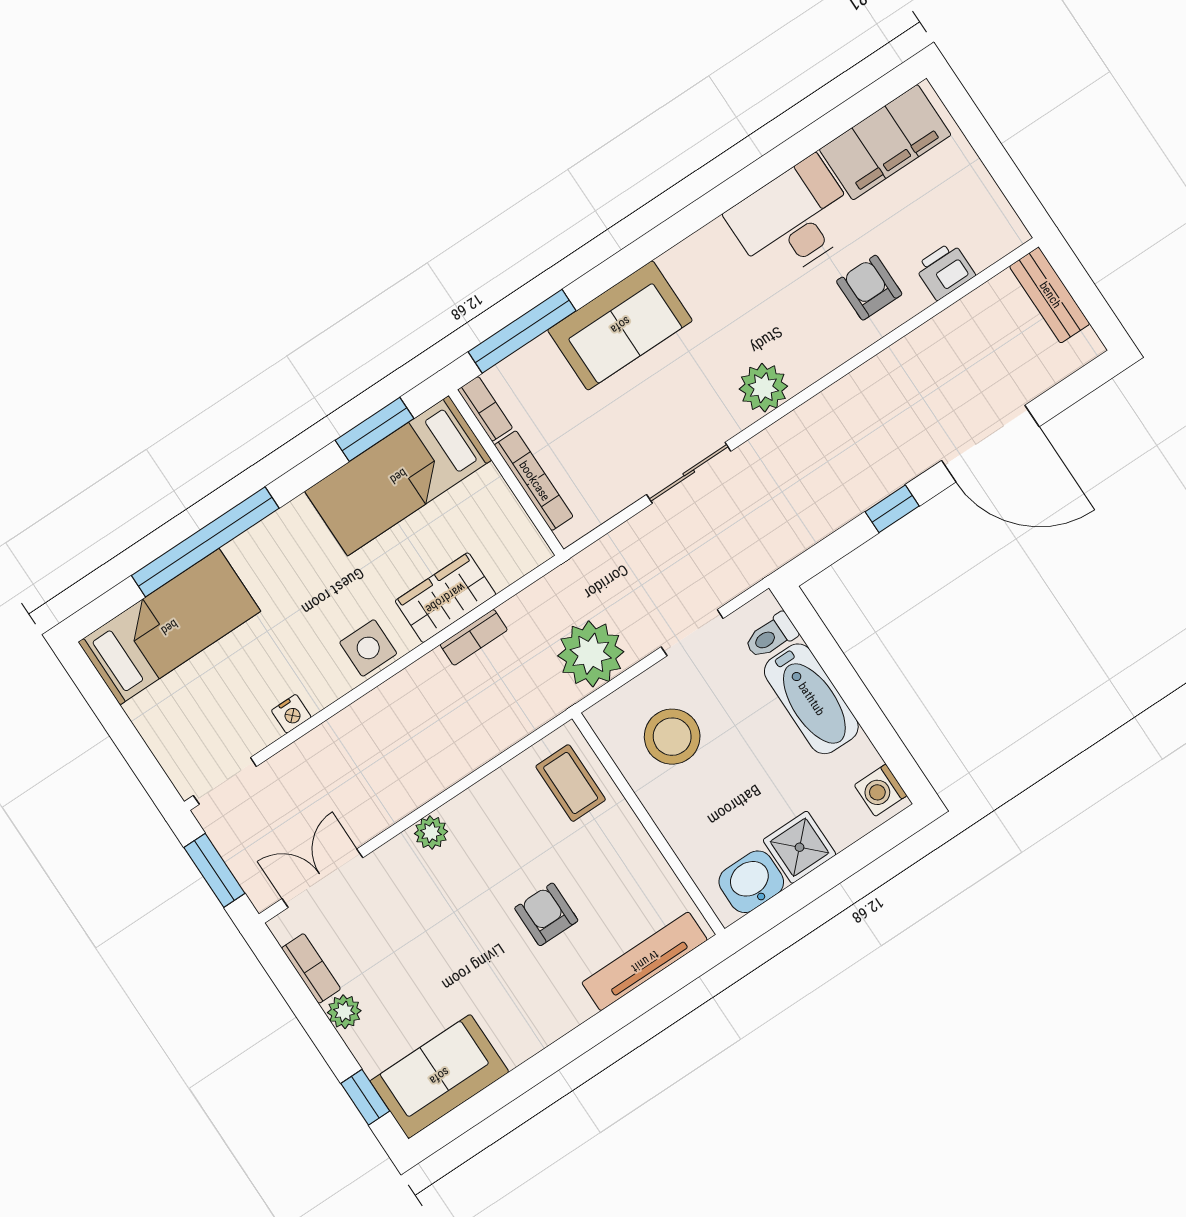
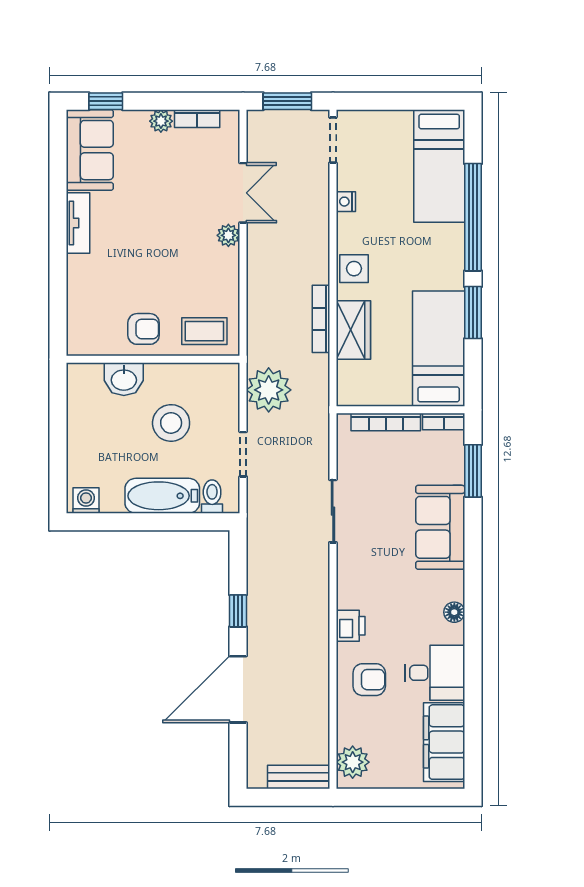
desk: (793, 220) -> (435, 673), width x0.73
floor lamp: (714, 237) -> (454, 612), added
printer: (945, 271) -> (351, 626), moved
window: (522, 331) -> (473, 471), width x0.69
plant: (763, 388) -> (353, 762), moved
window: (375, 429) -> (473, 313), moved
bookcase: (474, 637) -> (321, 319), width x1.56
stool: (672, 737) -> (171, 423), moved
shower: (799, 847) -> (84, 434), removed
double door: (322, 878) -> (243, 193), moved
washbasin: (751, 882) -> (124, 379), moved, turned 90
armchair: (546, 914) -> (144, 329), moved
tv unit: (645, 961) -> (78, 223), moved, width x0.71

